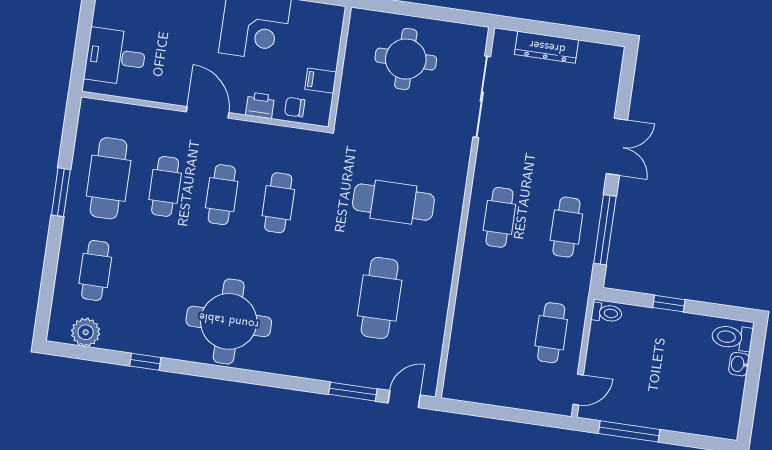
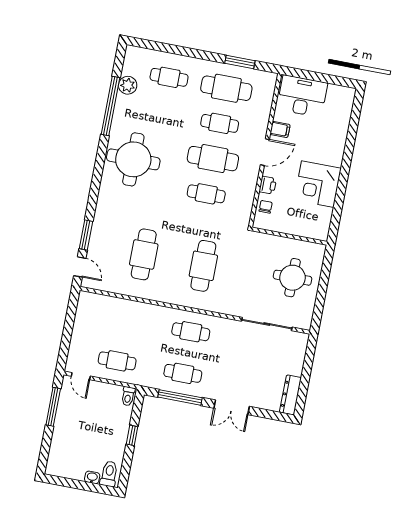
dresser: (547, 47) -> (290, 395), moved
desk: (116, 57) -> (302, 96), width x1.37
filing cabinet: (321, 81) -> (280, 129), moved, turned 90
window: (61, 192) -> (240, 62), moved
cafe table: (222, 195) -> (213, 159), width x1.37, depth x1.35
cafe table: (380, 298) -> (144, 254), turned 90
plant: (86, 332) -> (128, 85), moved
window: (145, 362) -> (111, 106), width x3.17

